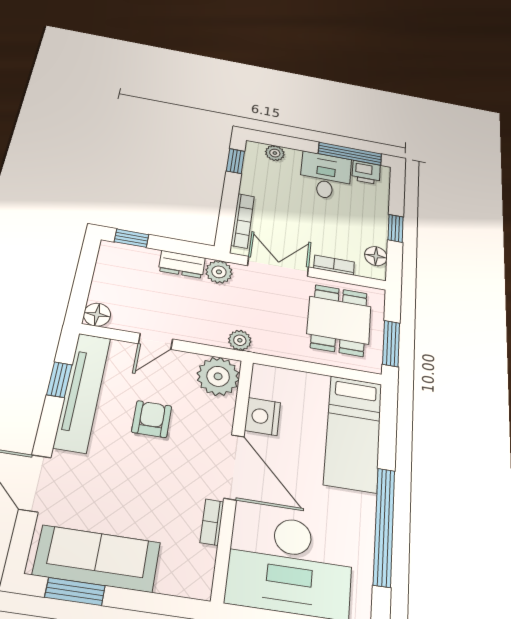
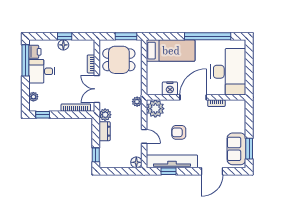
floor lamp: (376, 256) -> (63, 45), moved
sofa: (97, 559) -> (236, 149), width x0.73

